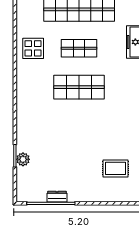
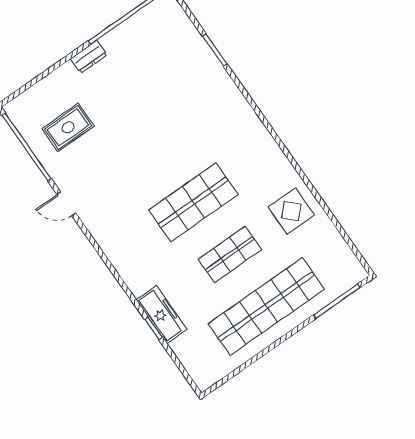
plant: (23, 159) -> (201, 53), removed
dresser: (57, 197) -> (89, 57), moved

